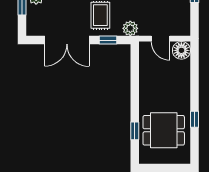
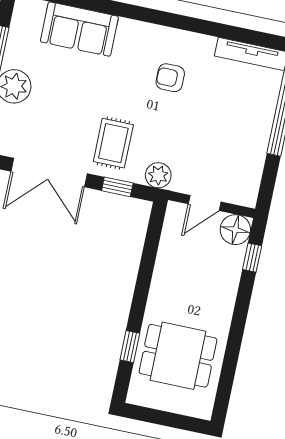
door: (160, 39) -> (205, 203), hinge flipped
window: (195, 119) -> (252, 258), moved

